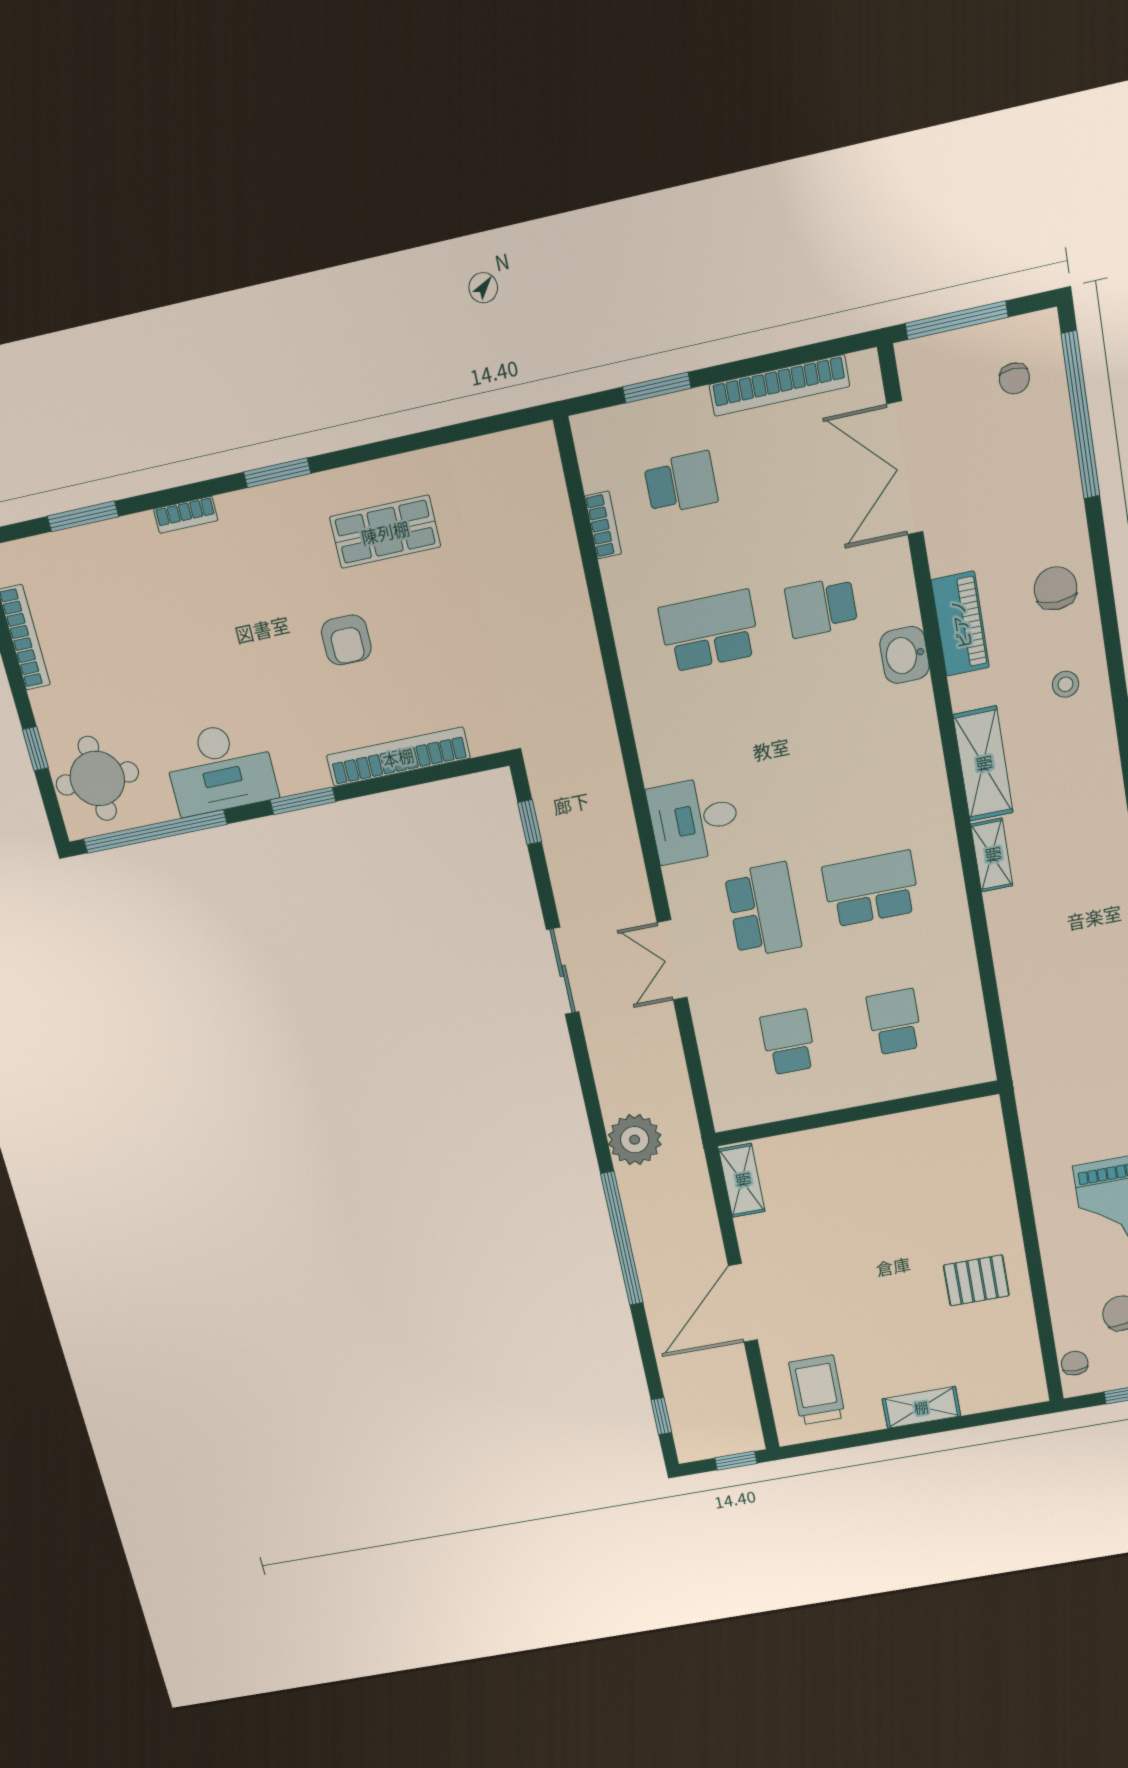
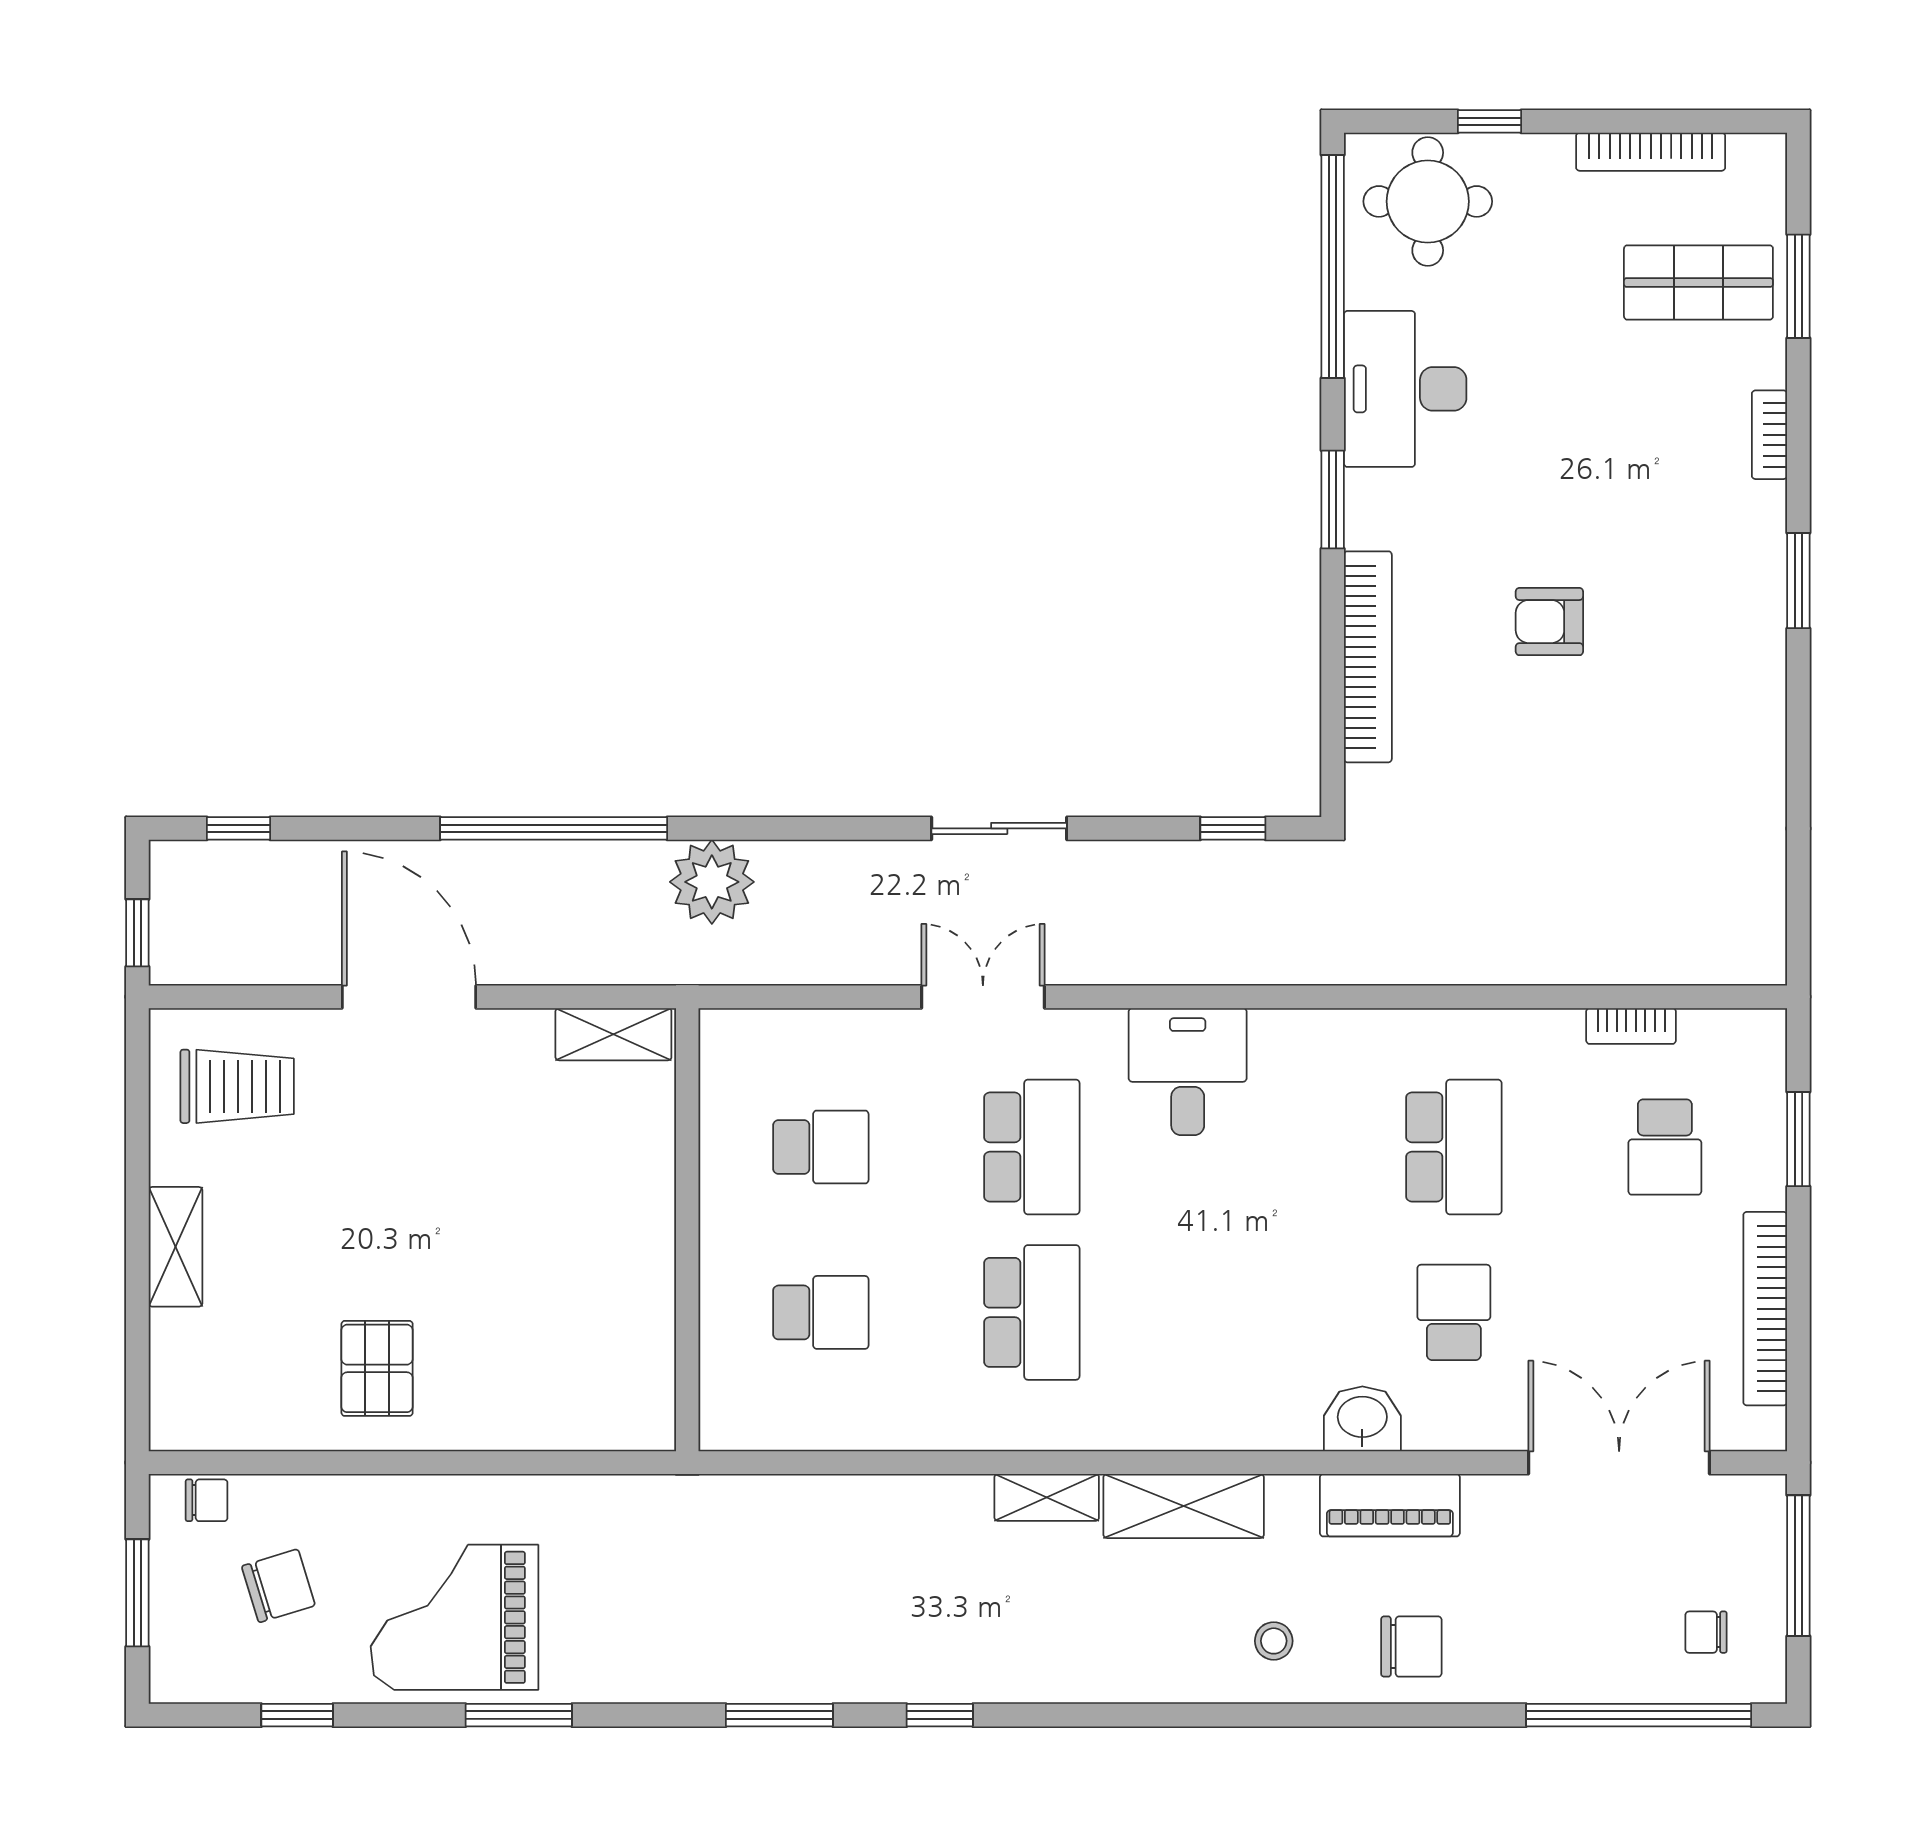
shop shelf: (385, 532) -> (1698, 282), moved, turned 90
school desk: (763, 910) -> (1032, 1147), turned -90

